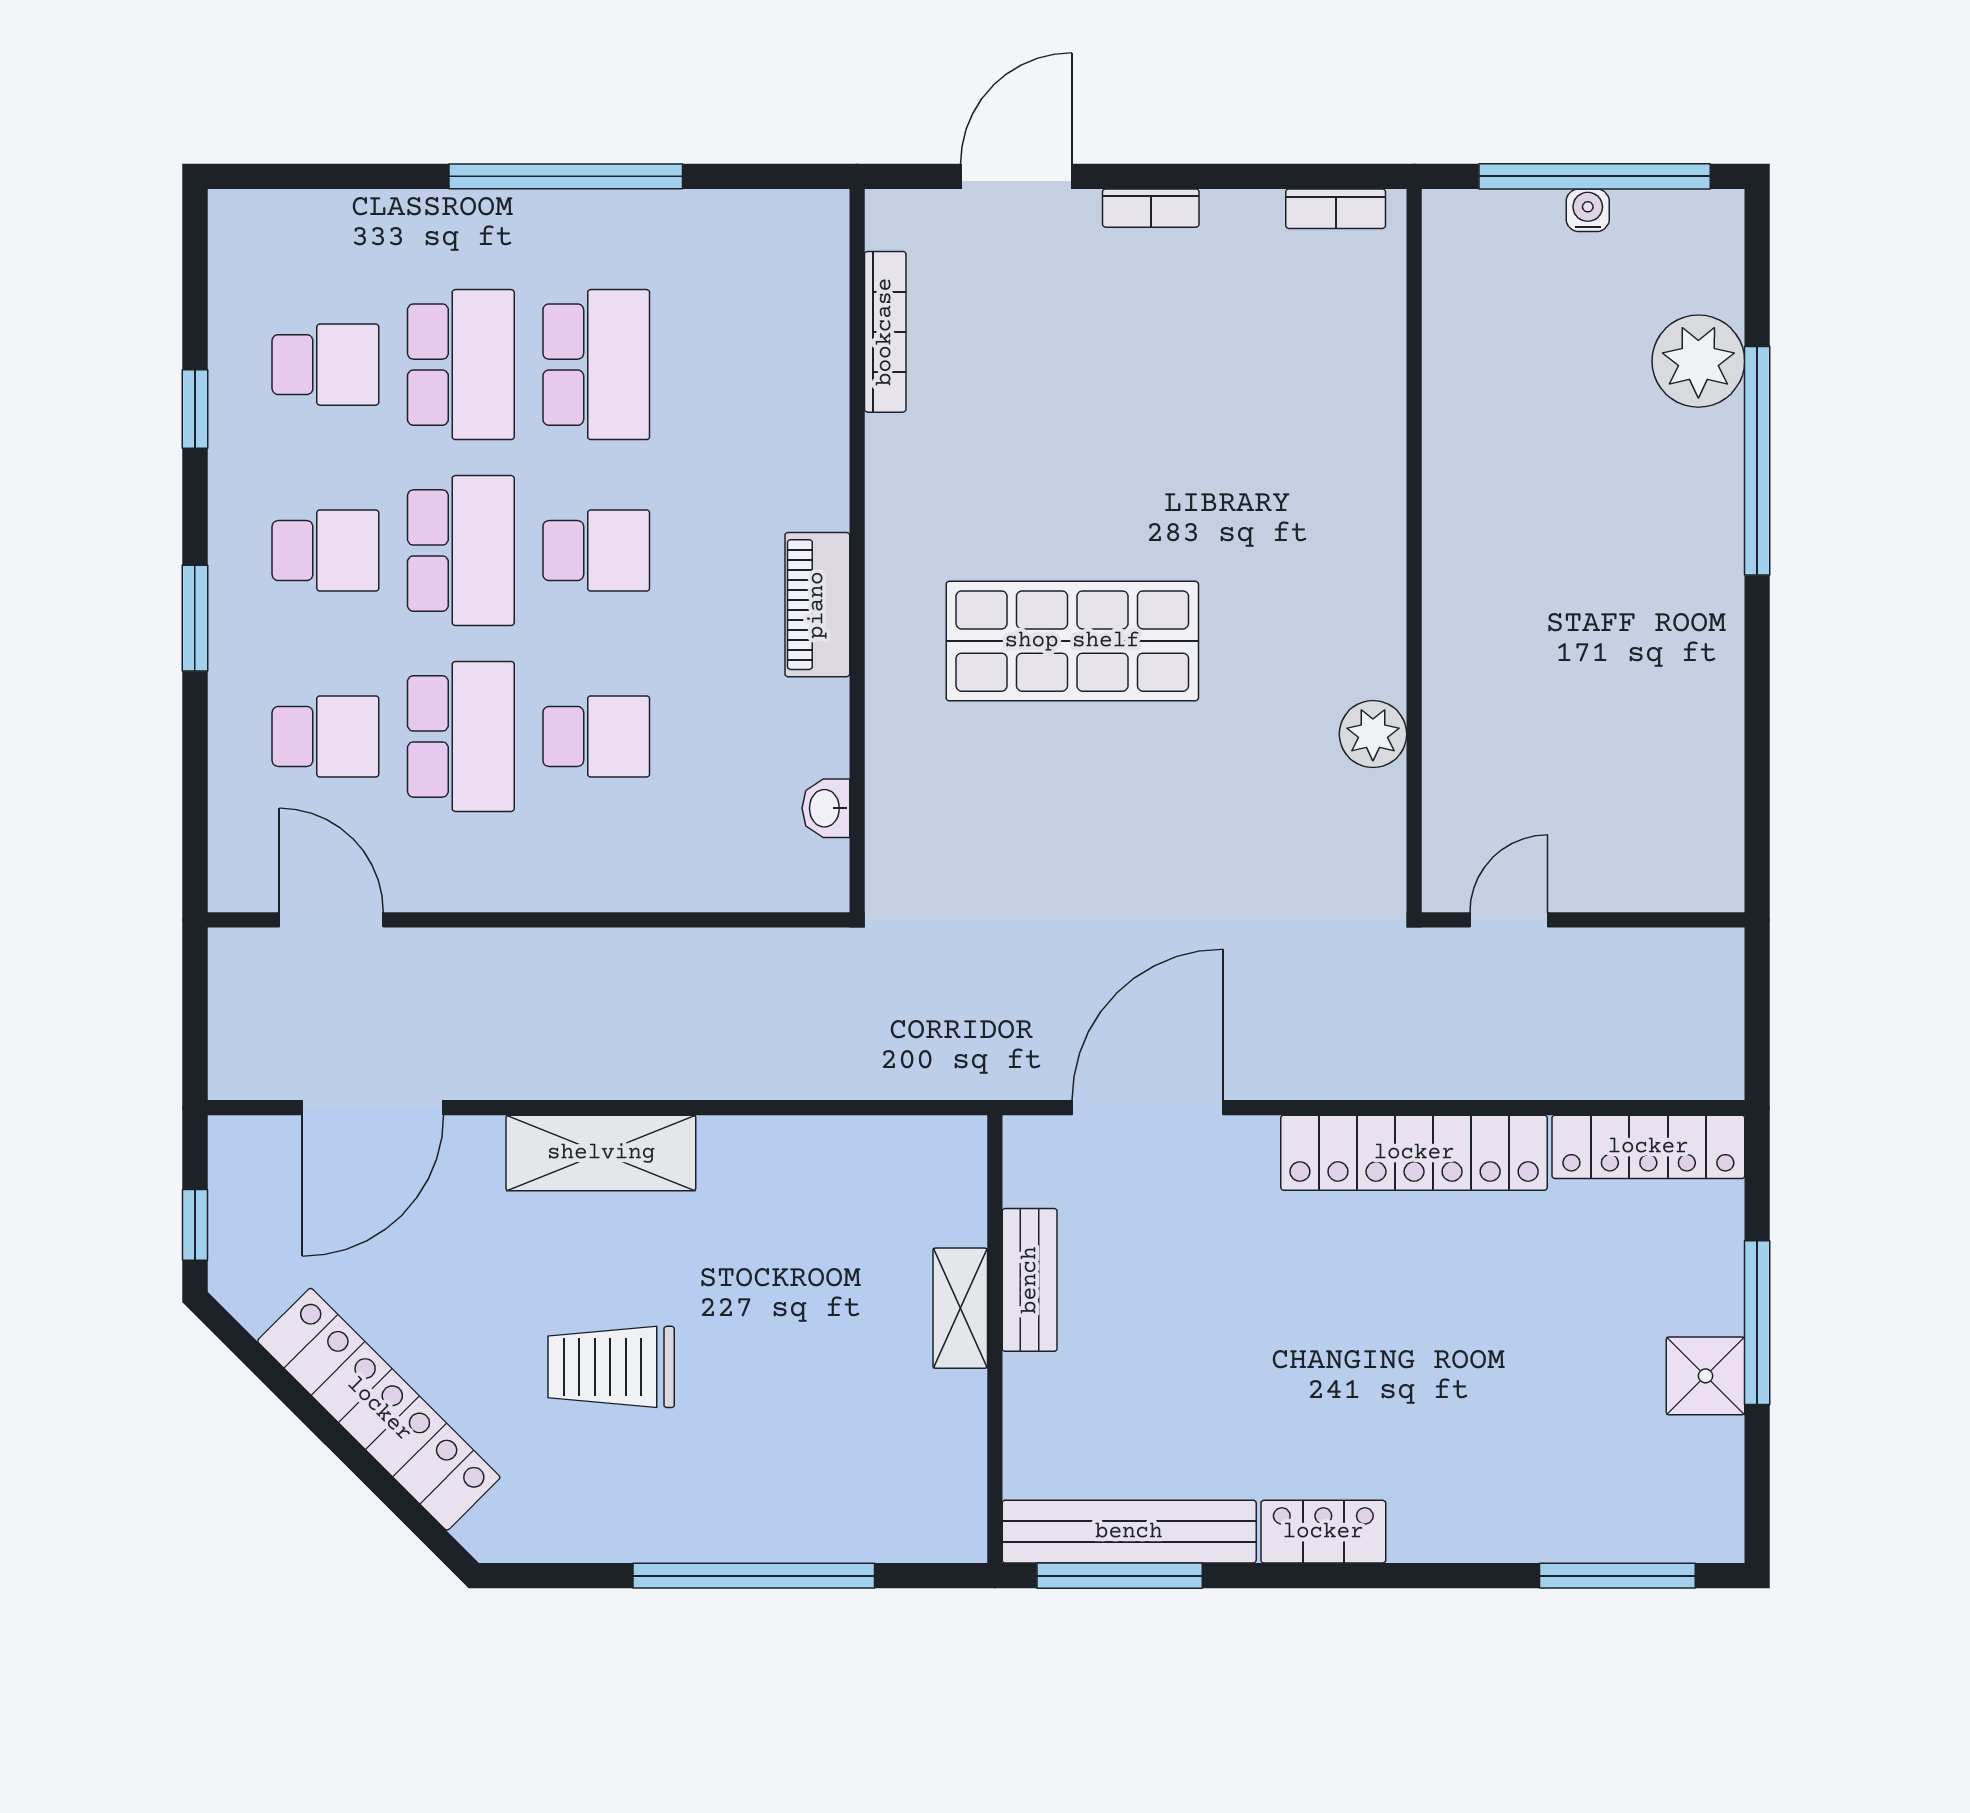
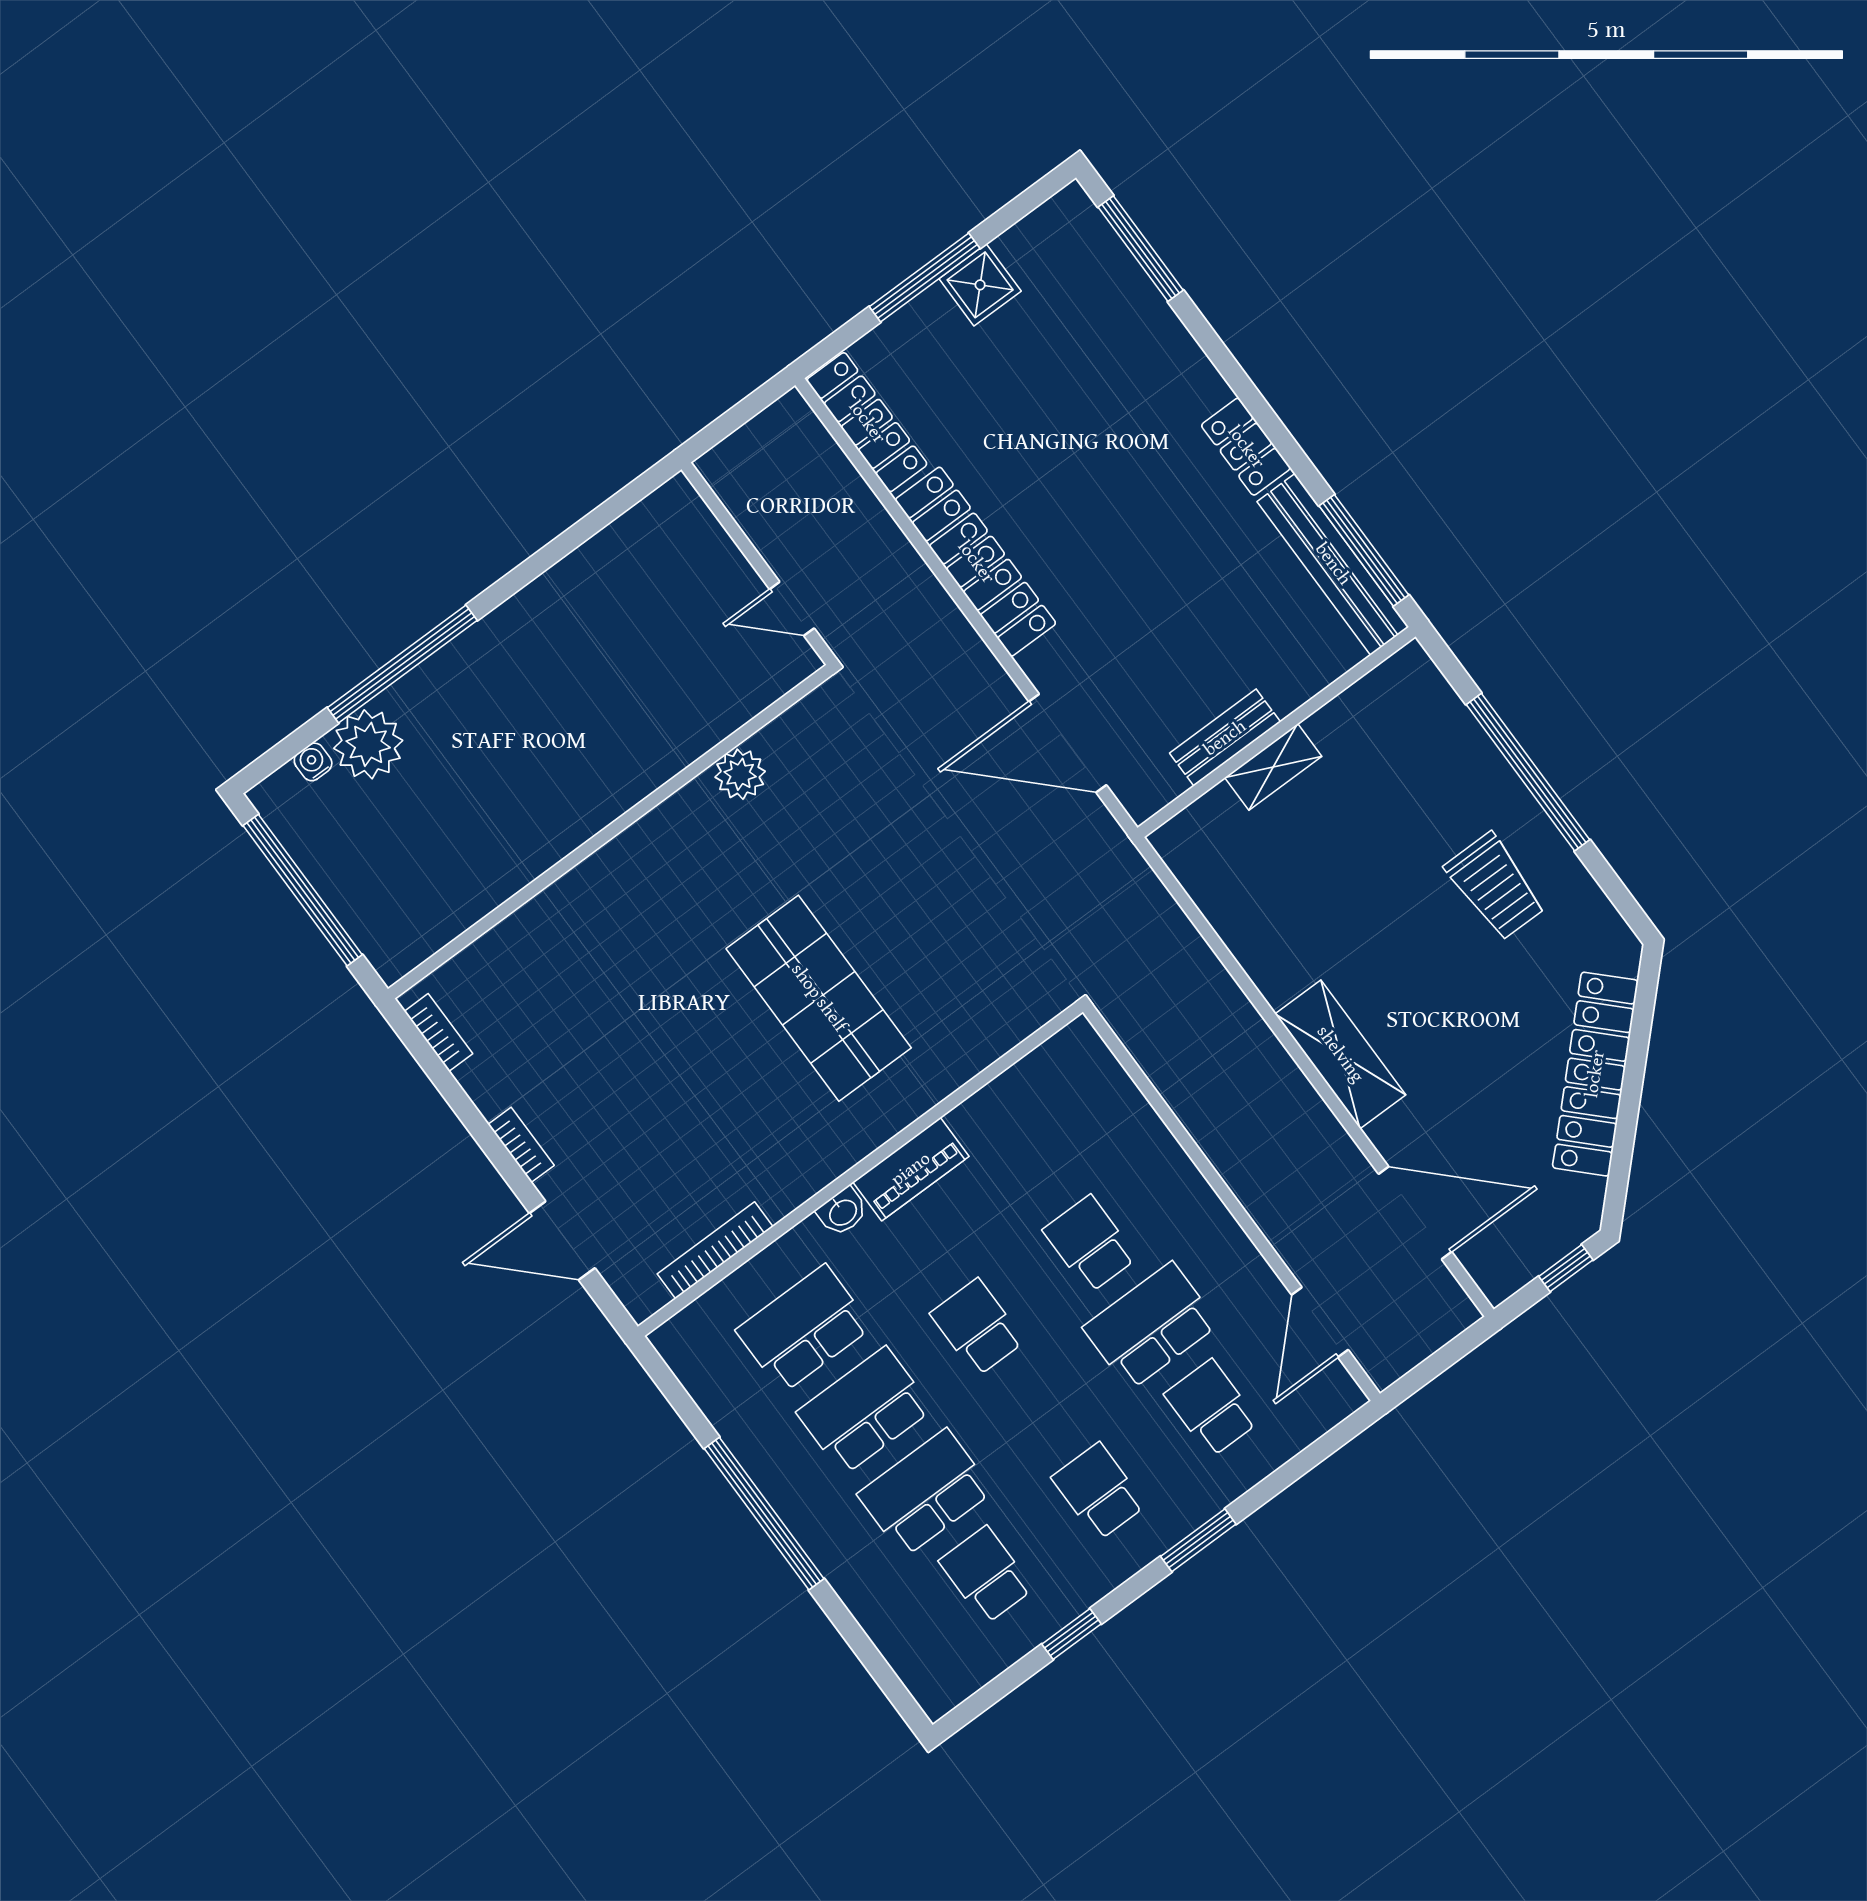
water cooler: (1588, 210) -> (313, 762), moved, turned 90
school desk: (461, 551) -> (804, 1329), moved
washbasin: (826, 808) -> (842, 1212), moved
trolley: (611, 1367) -> (1495, 887), moved

